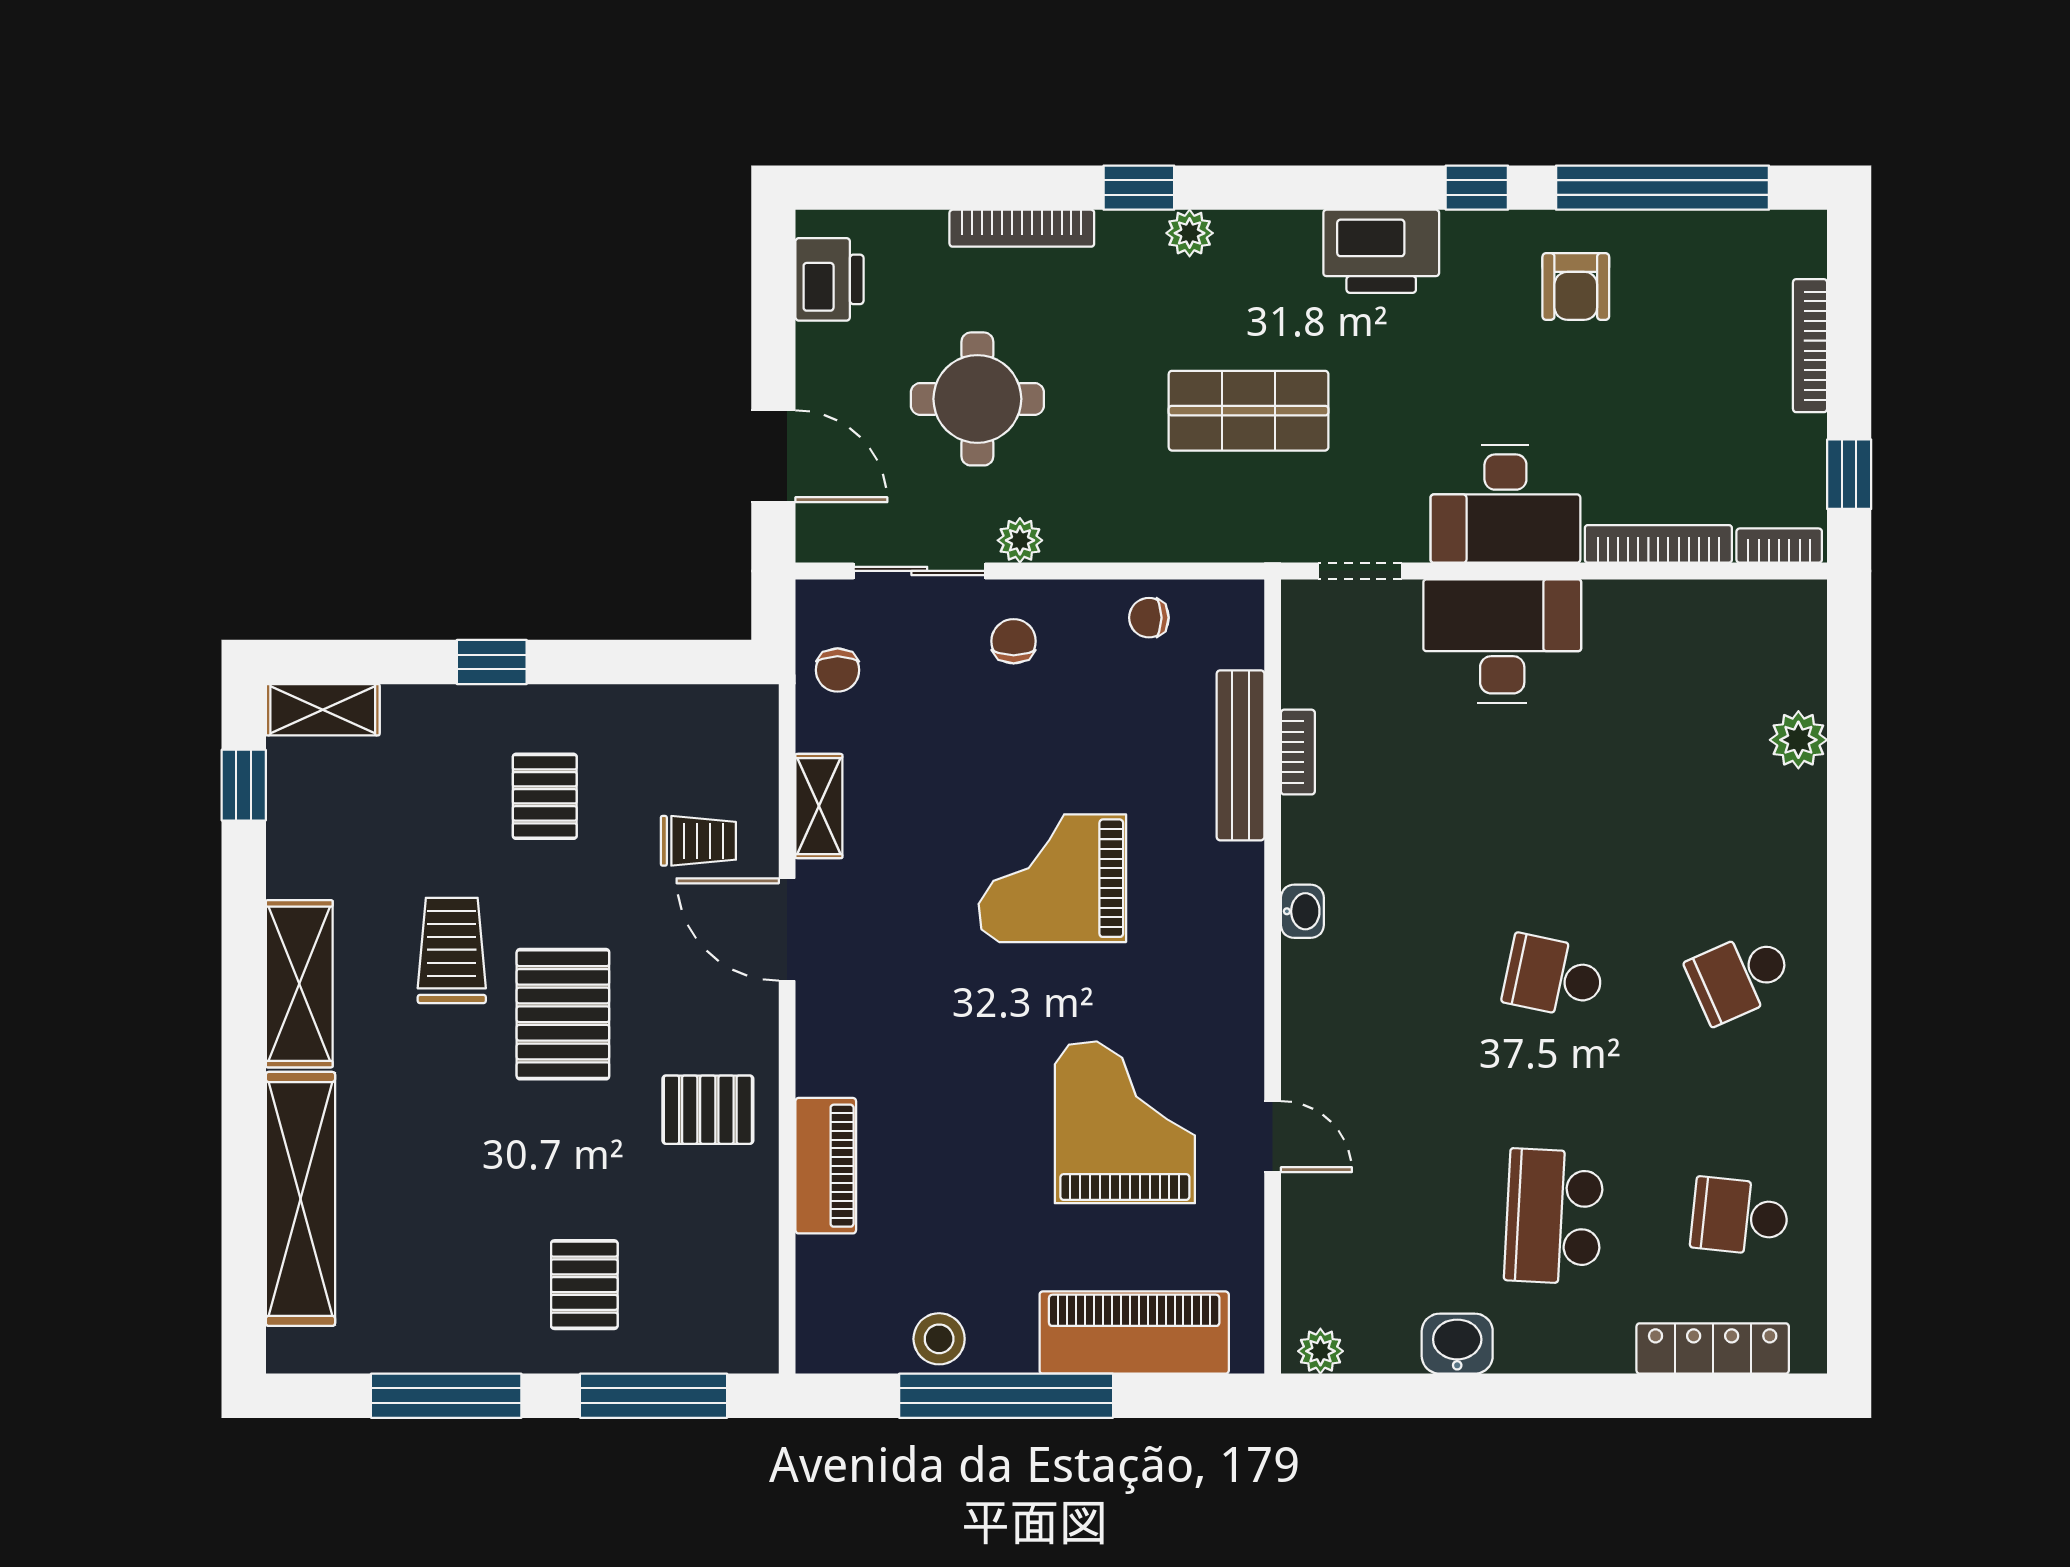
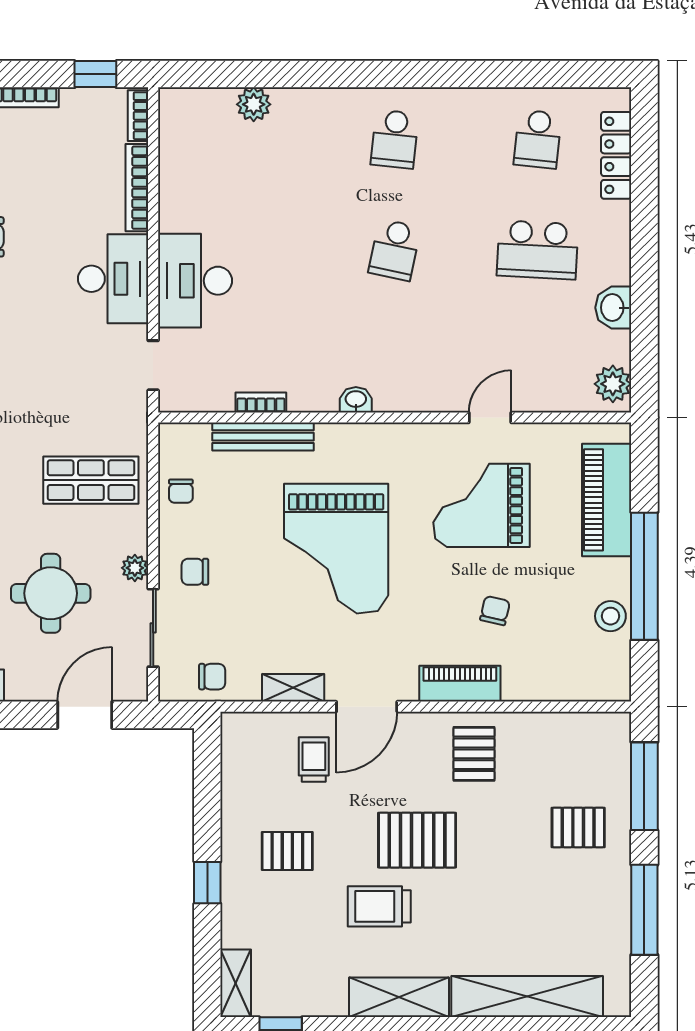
shop shelf: (1249, 411) -> (91, 480), moved, turned 90
grand piano: (1052, 878) -> (336, 549), width x1.37, depth x1.48
school desk: (1740, 976) -> (395, 139), turned 30
chair: (948, 1145) -> (495, 611), added
piano: (826, 1166) -> (460, 684), moved
plant: (1320, 1351) -> (613, 384), width x1.38, depth x1.38

